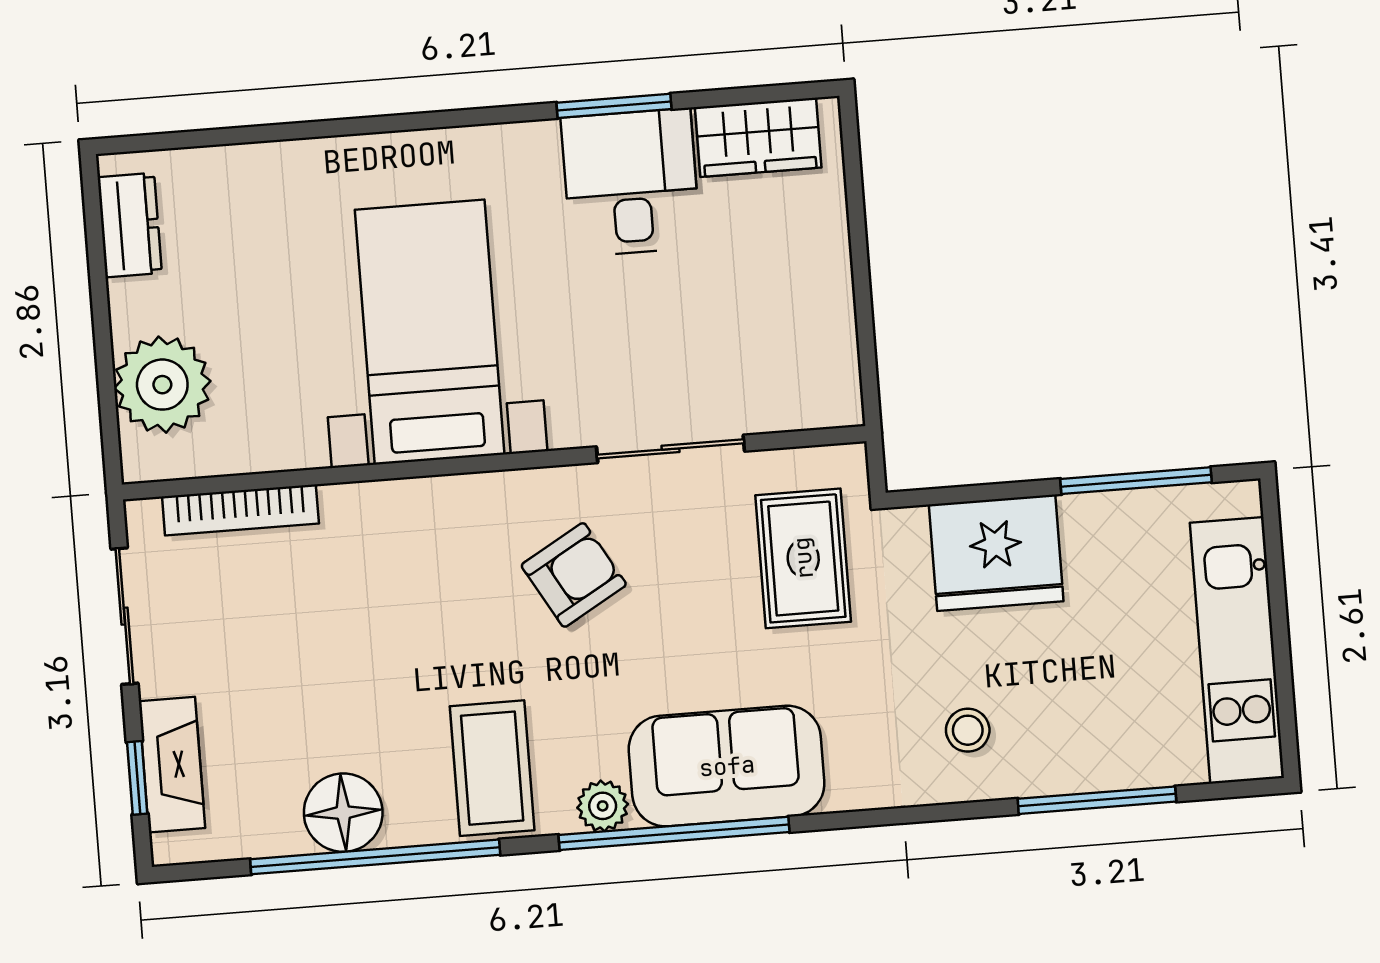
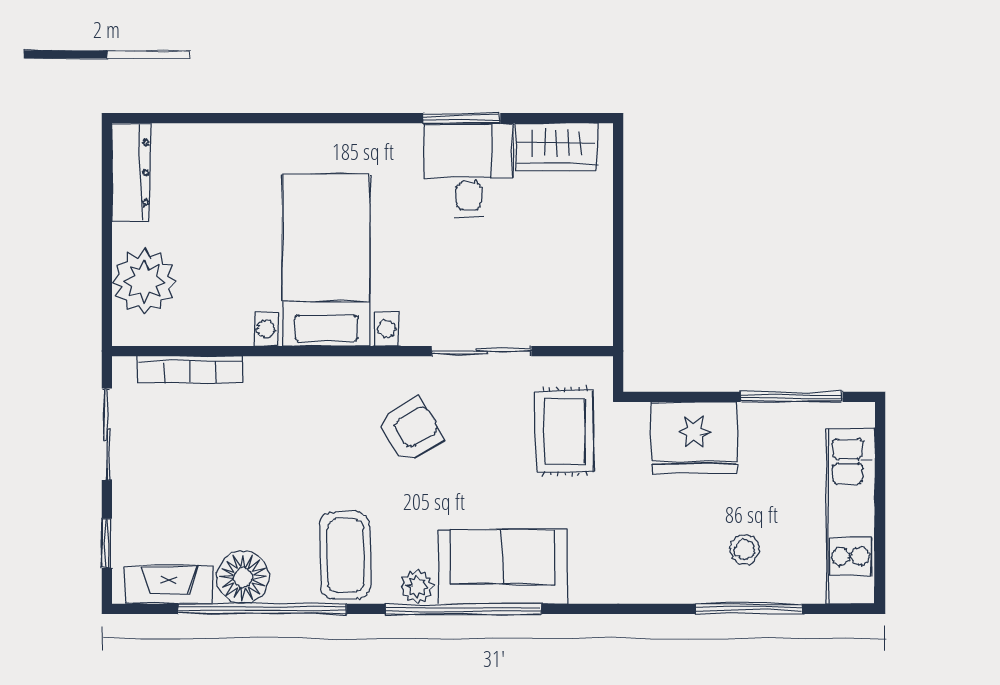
dresser: (130, 225) -> (131, 173), width x1.44
stool: (968, 730) -> (745, 550), moved
fireplace: (172, 765) -> (169, 585), moved, turned -90

